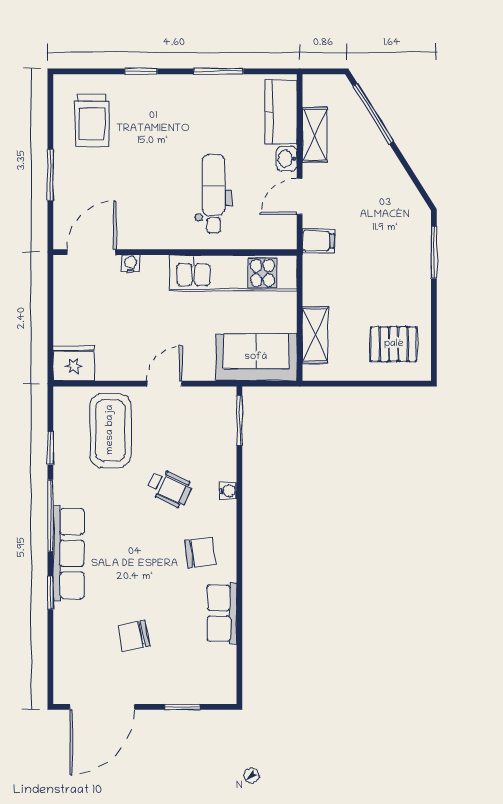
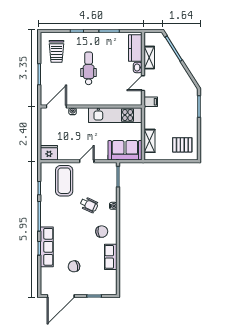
dental chair: (214, 194) -> (89, 68), moved
row of seats: (69, 553) -> (47, 247), moved

